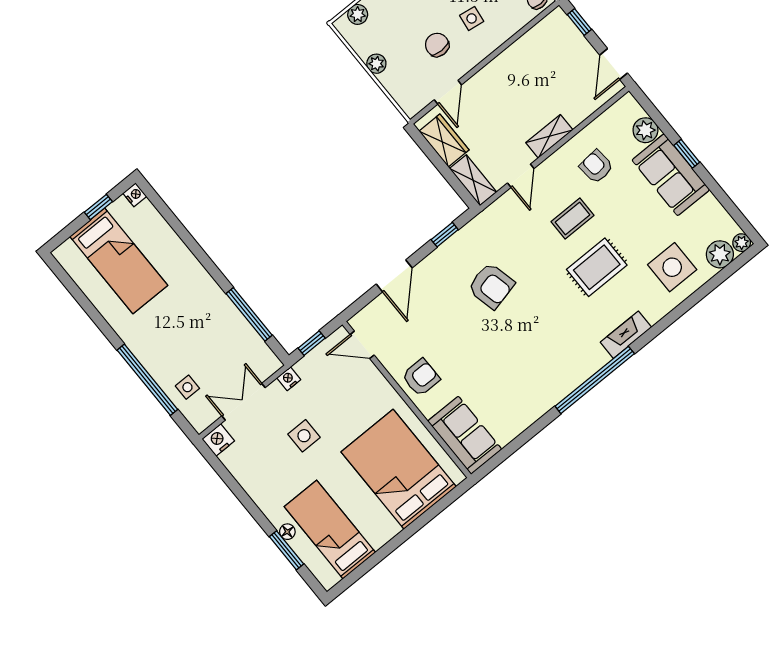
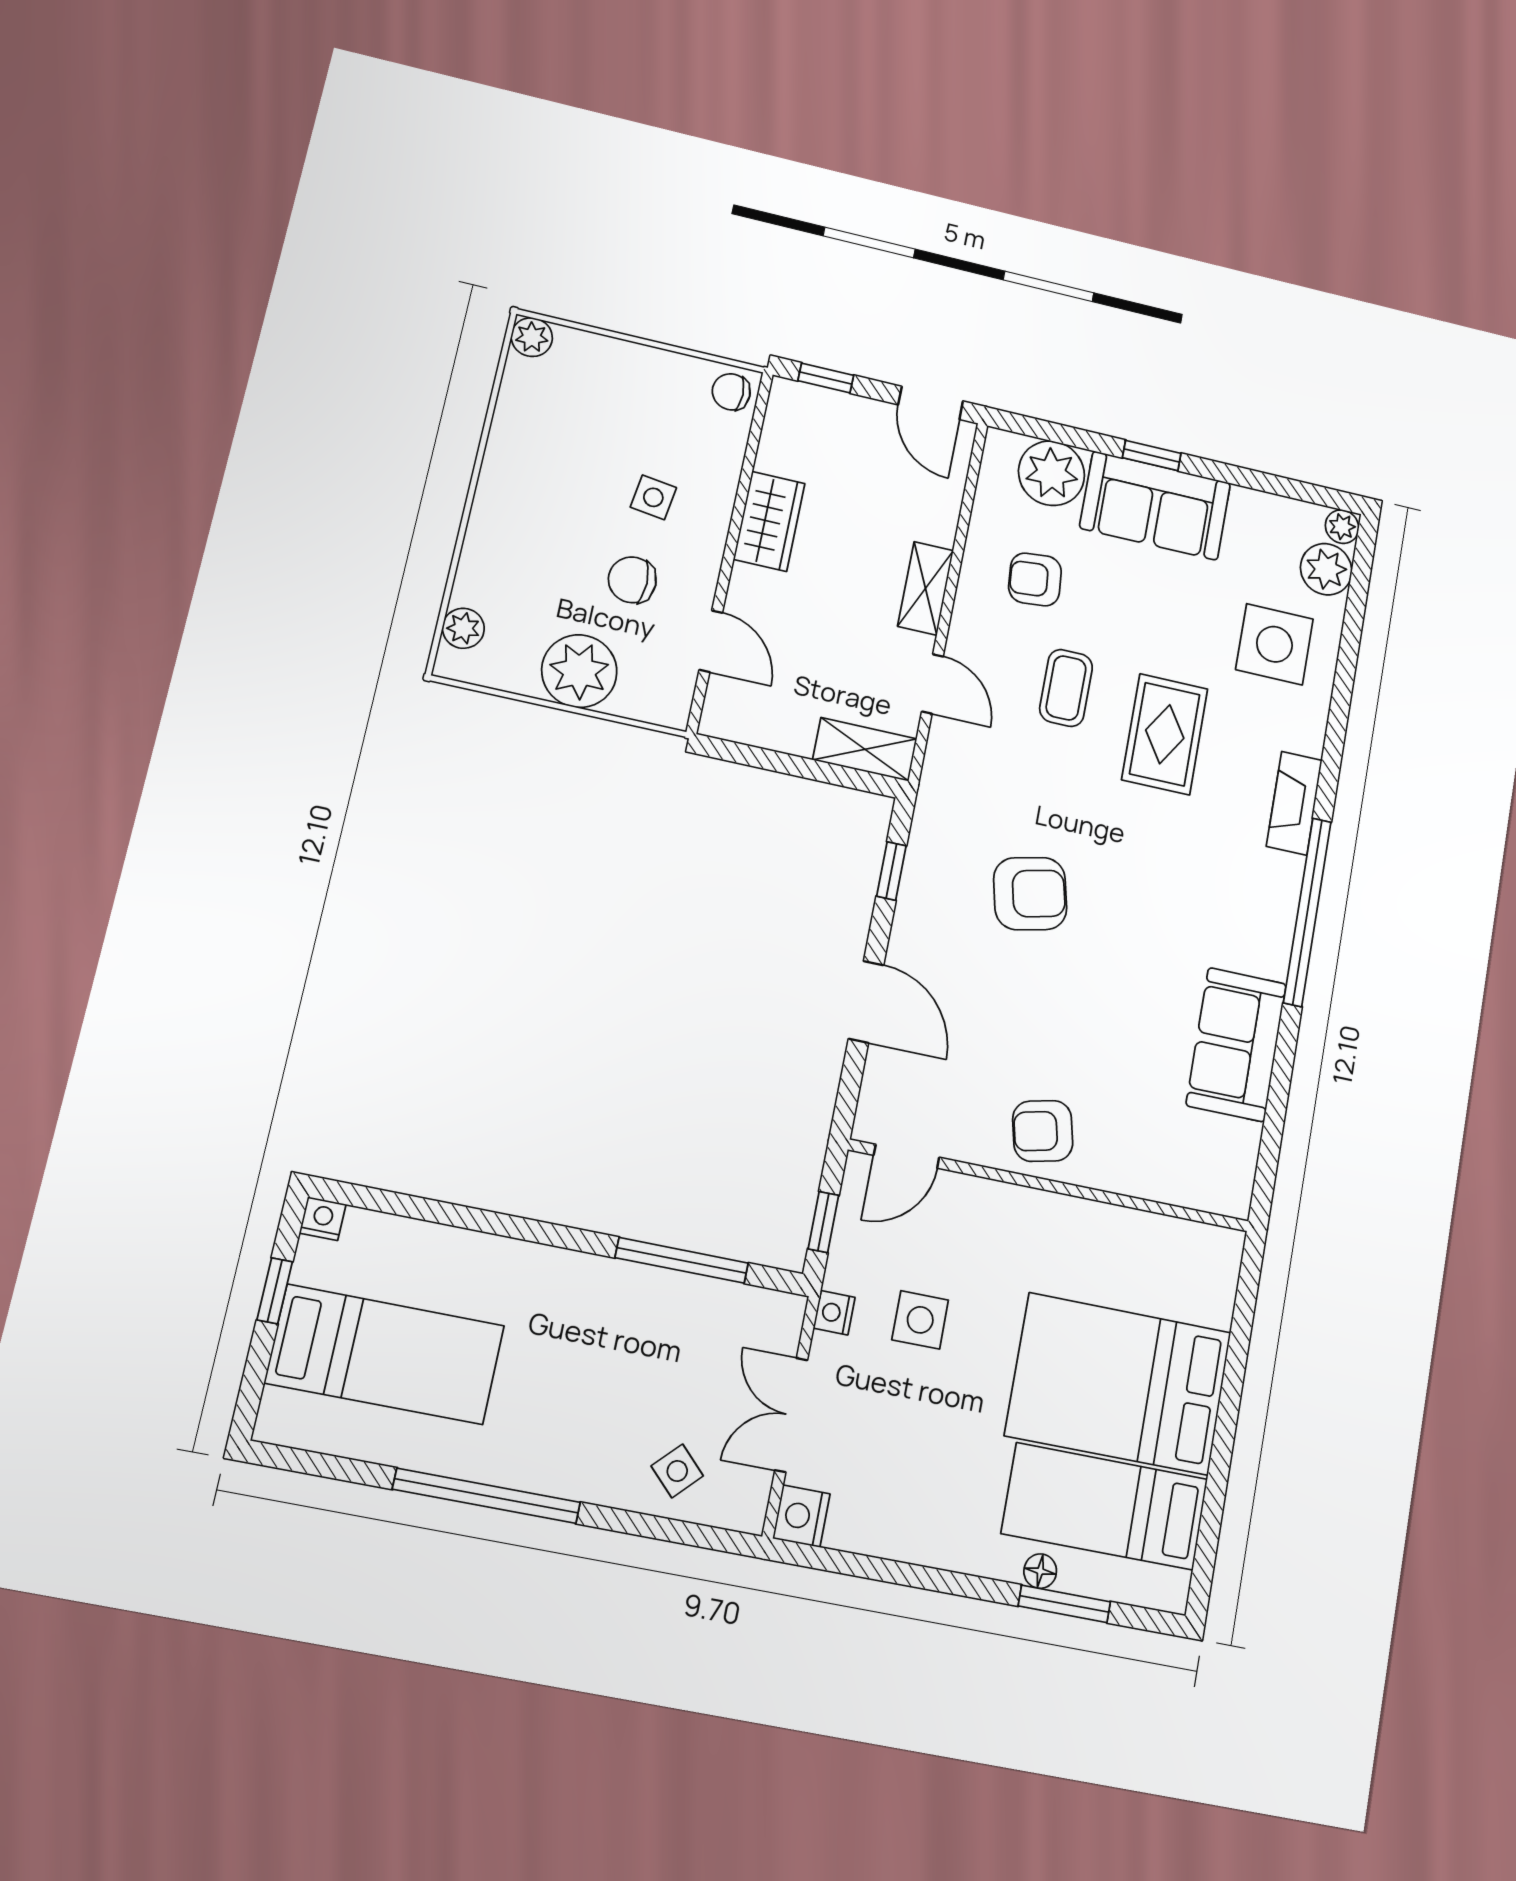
plant: (376, 64) -> (579, 671), width x1.87, depth x1.87
plant: (645, 130) -> (1051, 473), width x1.36, depth x1.36
wardrobe: (444, 140) -> (769, 521), moved, turned 90
armchair: (421, 377) -> (1043, 1131), turned -103
window: (147, 380) -> (487, 1496), moved
side table: (187, 387) -> (677, 1471), turned 45
sofa: (465, 435) -> (1236, 1045), moved, turned -90
side table: (304, 436) -> (920, 1320), moved
bed: (399, 469) -> (1119, 1384), moved

